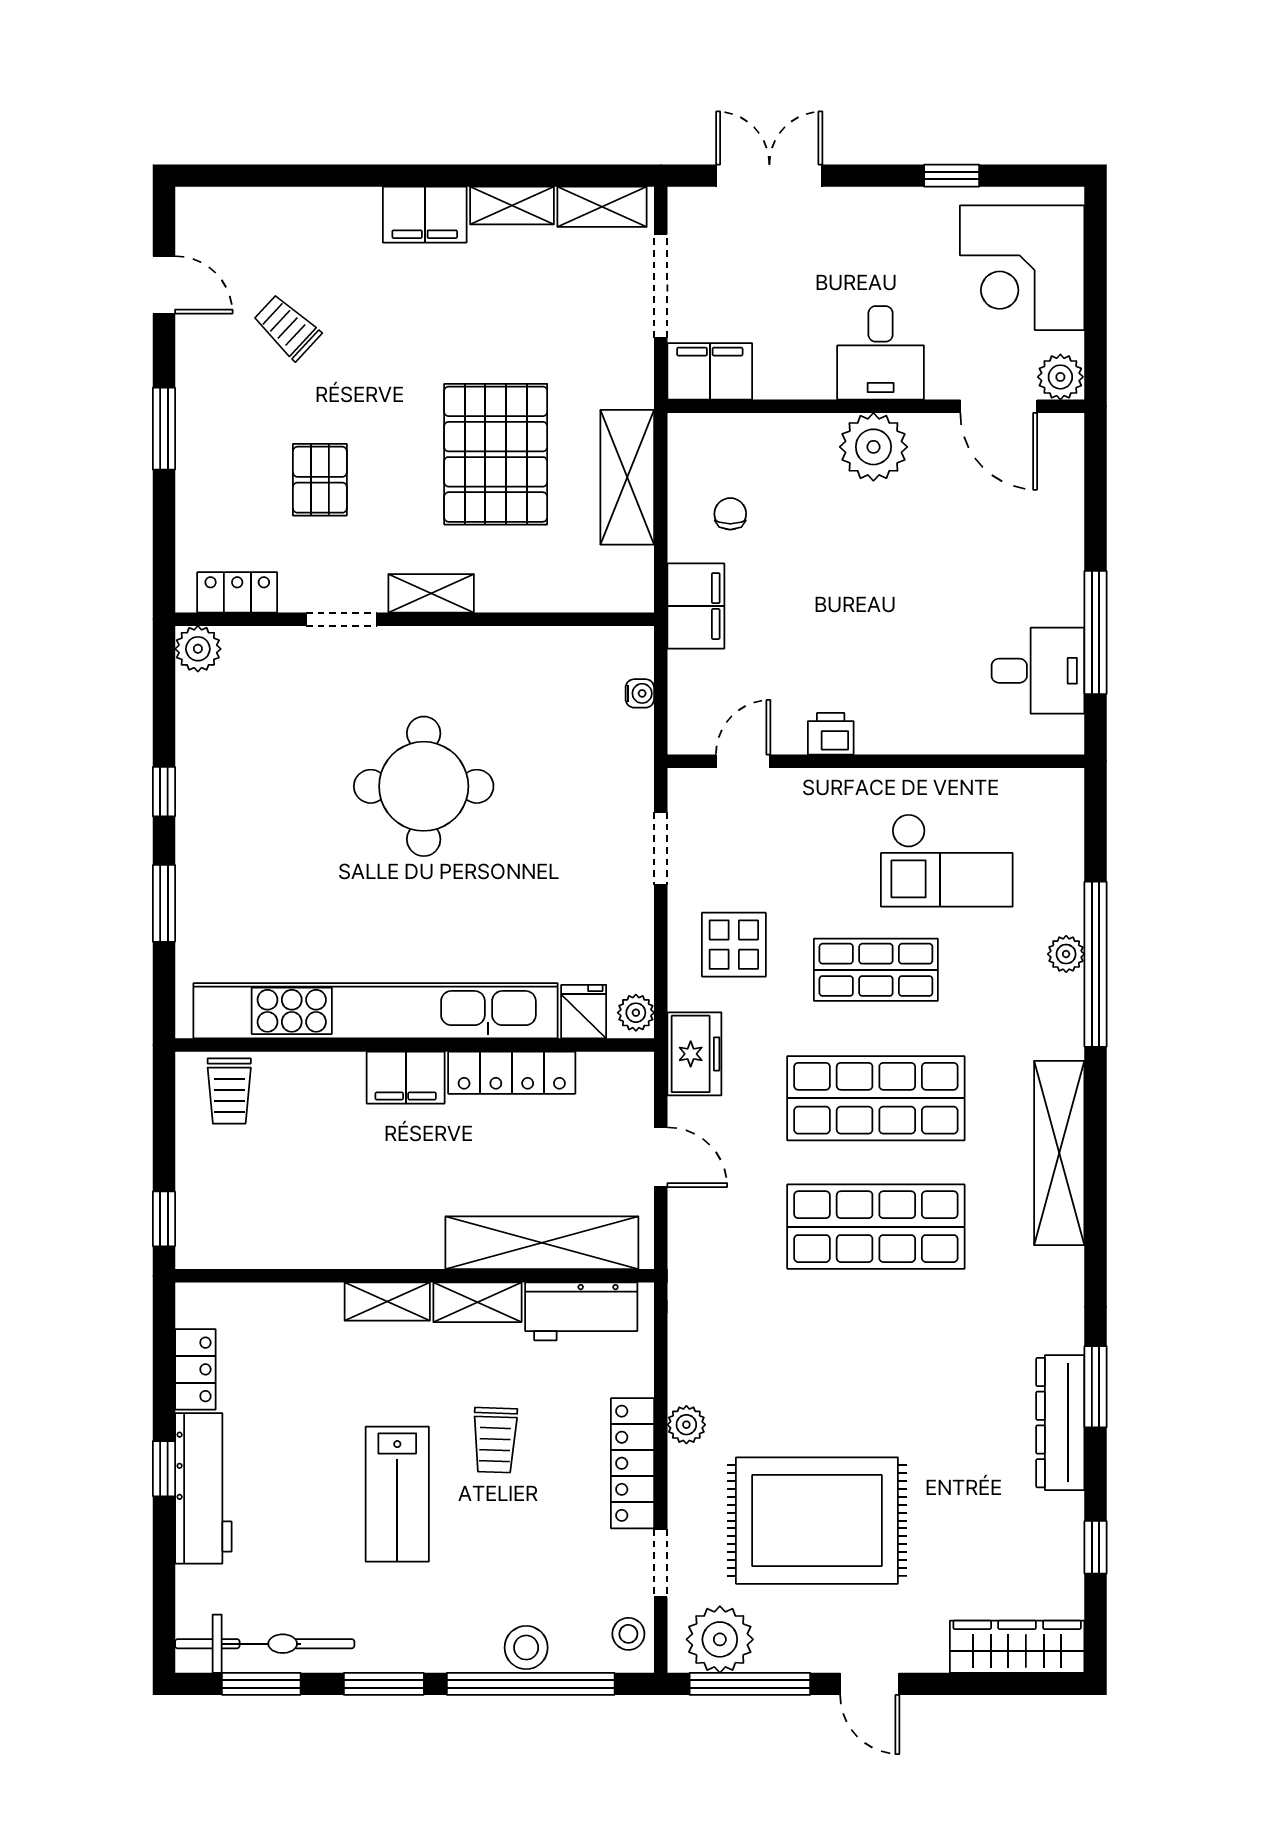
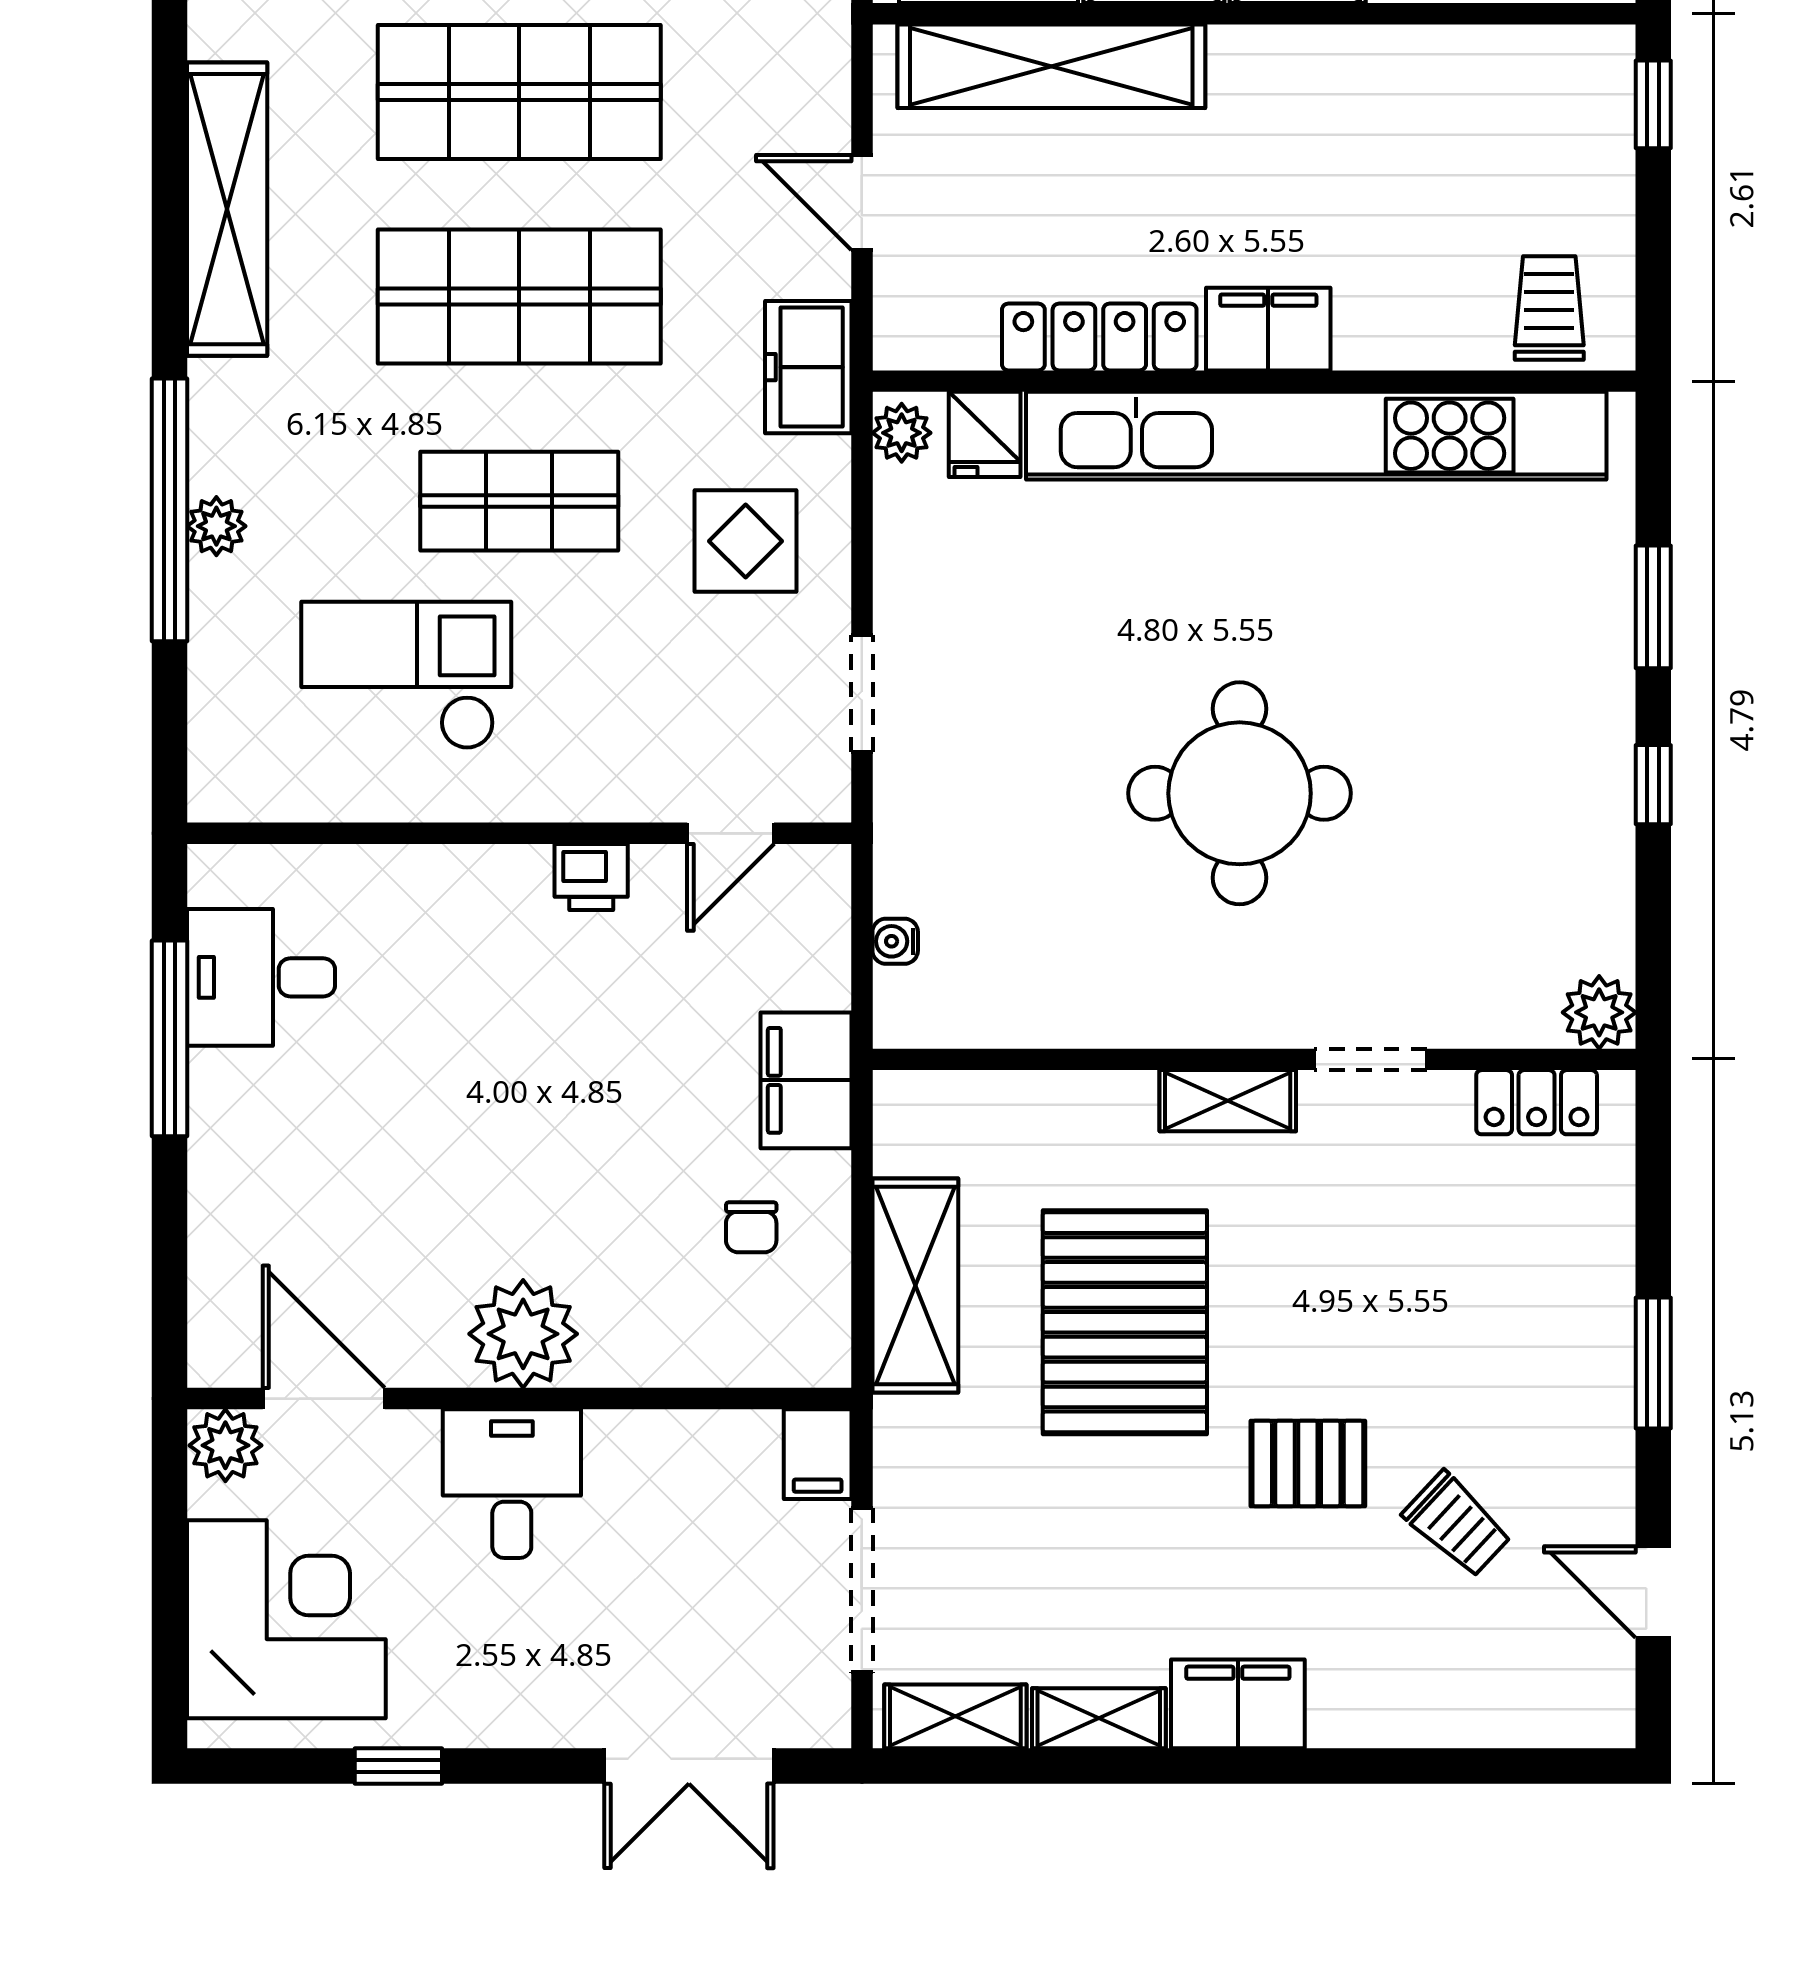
filing cabinet: (710, 371) -> (818, 1454), width x0.50
pallet: (320, 480) -> (1308, 1464), moved, turned 90

